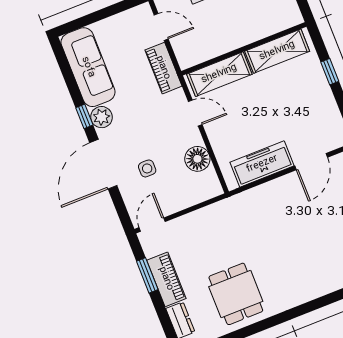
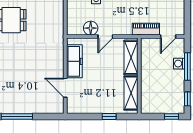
door: (195, 113) -> (105, 37), moved

